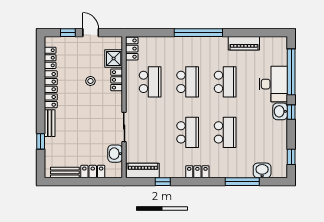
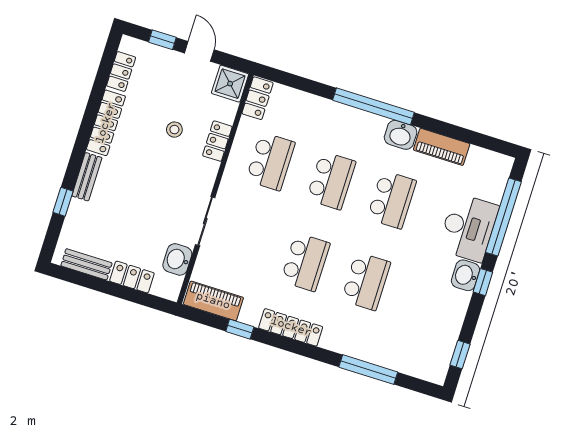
shower: (114, 58) -> (230, 84), moved
washbasin: (262, 170) -> (401, 135), moved, turned 180
locker: (197, 172) -> (291, 327), width x1.53

